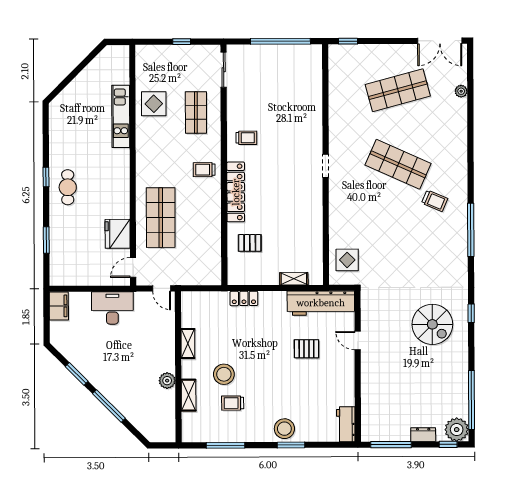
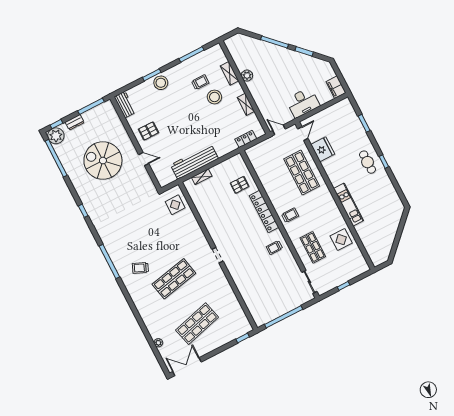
kitchen unit: (121, 116) -> (349, 205), moved
shop shelf: (398, 164) -> (174, 279), turned -36
locker: (244, 298) -> (246, 139), moved
workbench: (321, 303) -> (194, 162), moved
spiral stairs: (432, 324) -> (103, 161), moved, width x1.37, depth x1.37
pallet: (306, 349) -> (148, 131), moved

